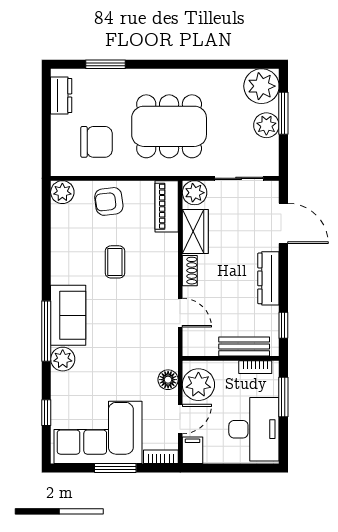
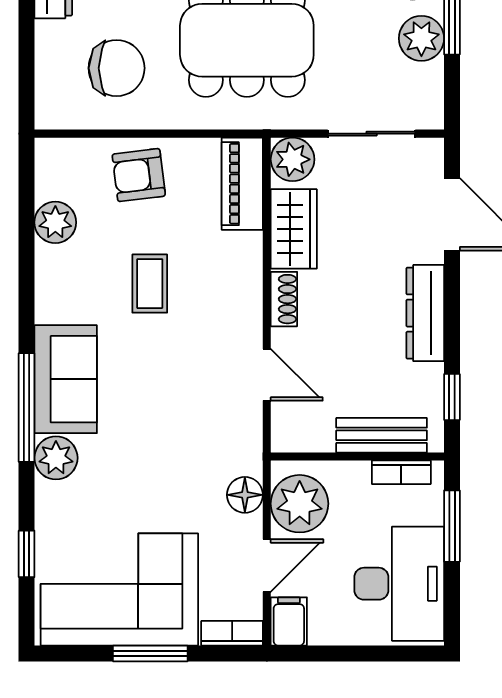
plant: (62, 192) -> (55, 222), moved

